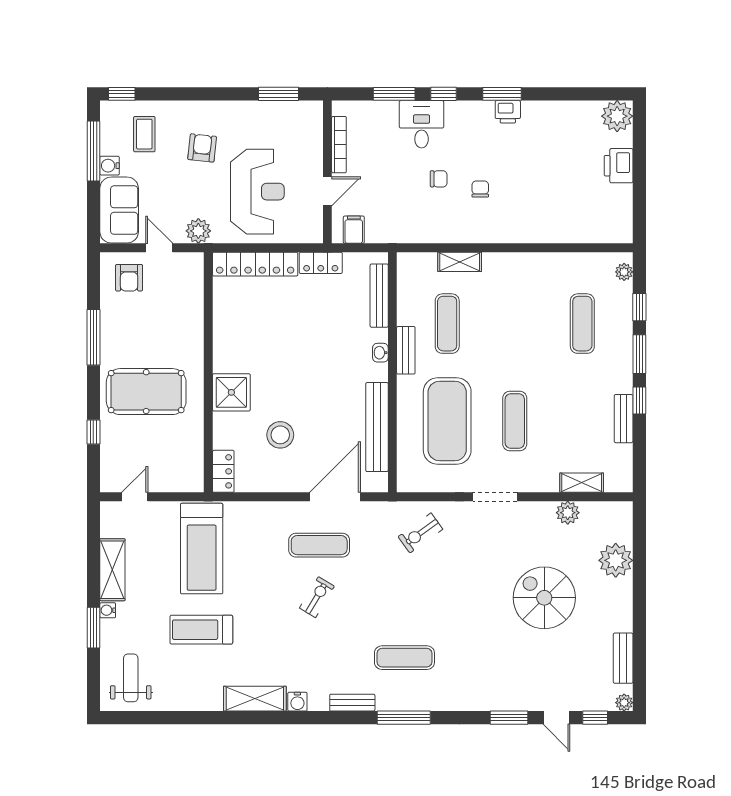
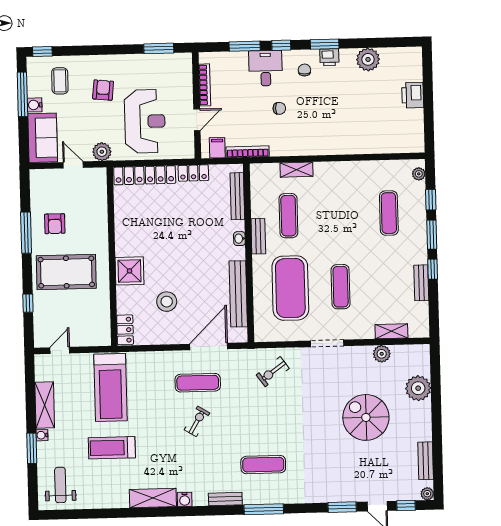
plant: (617, 116) -> (368, 59), moved
chair: (480, 189) -> (304, 70), moved
bookcase: (395, 236) -> (248, 152), added
armchair: (129, 278) -> (55, 224), moved

